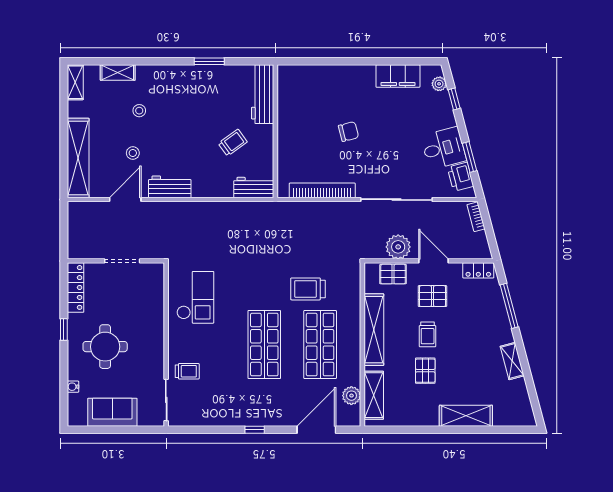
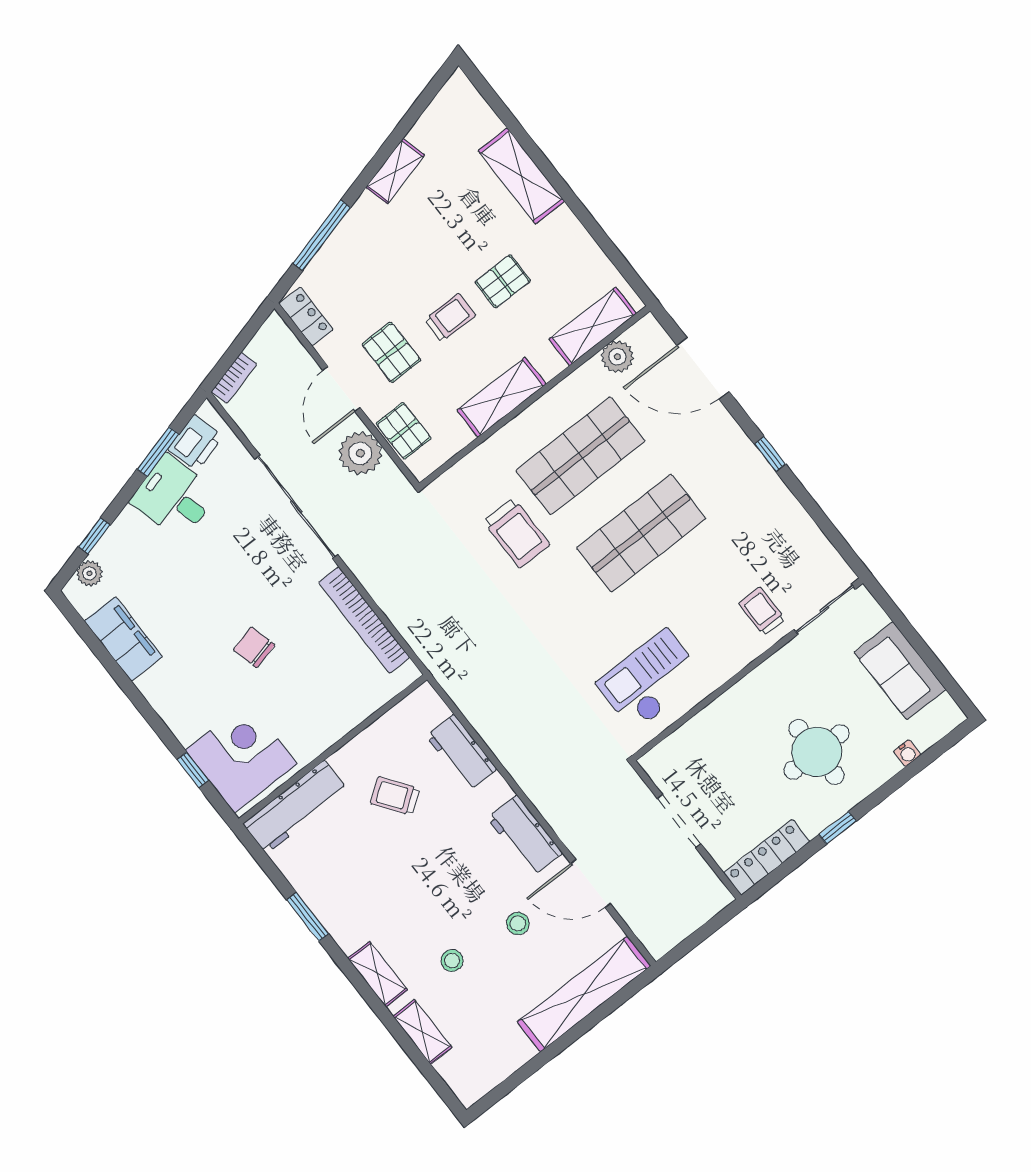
window: (315, 61) -> (193, 770), added
shelving: (75, 82) -> (378, 974), moved, turned 90
corner desk: (304, 88) -> (241, 757), added
workbench: (254, 188) -> (461, 753), moved
shelving: (374, 330) -> (502, 397), width x0.68

